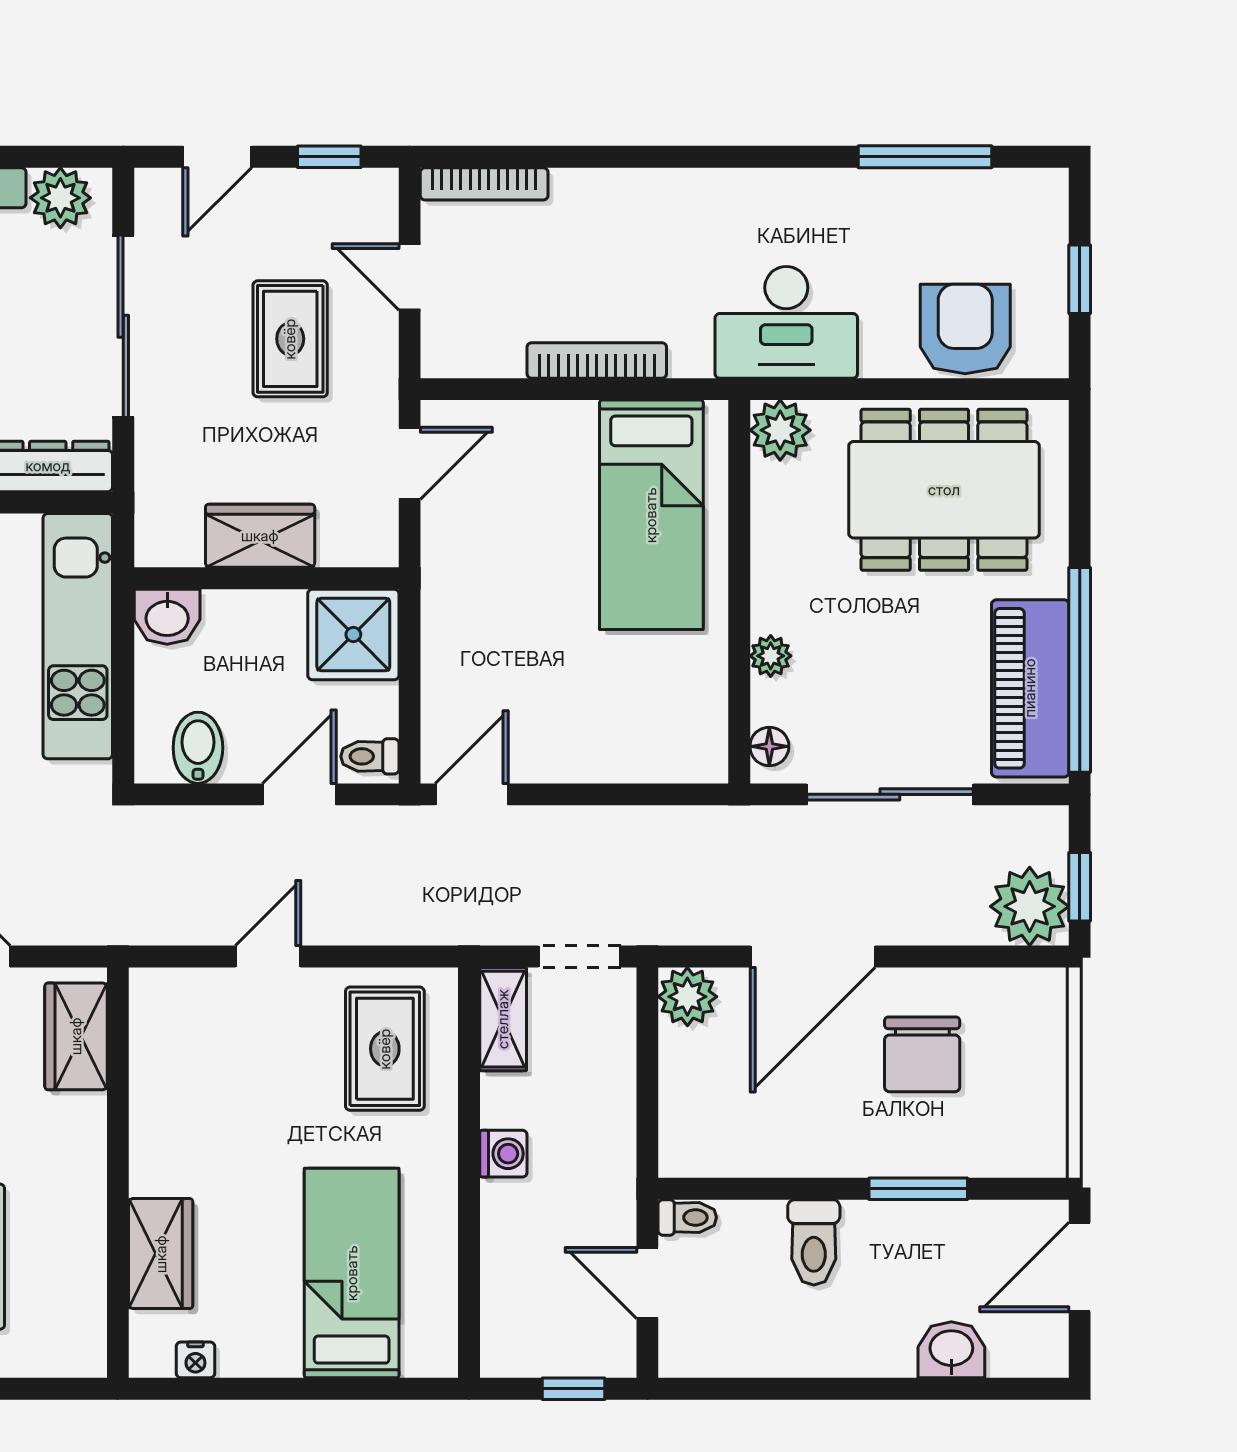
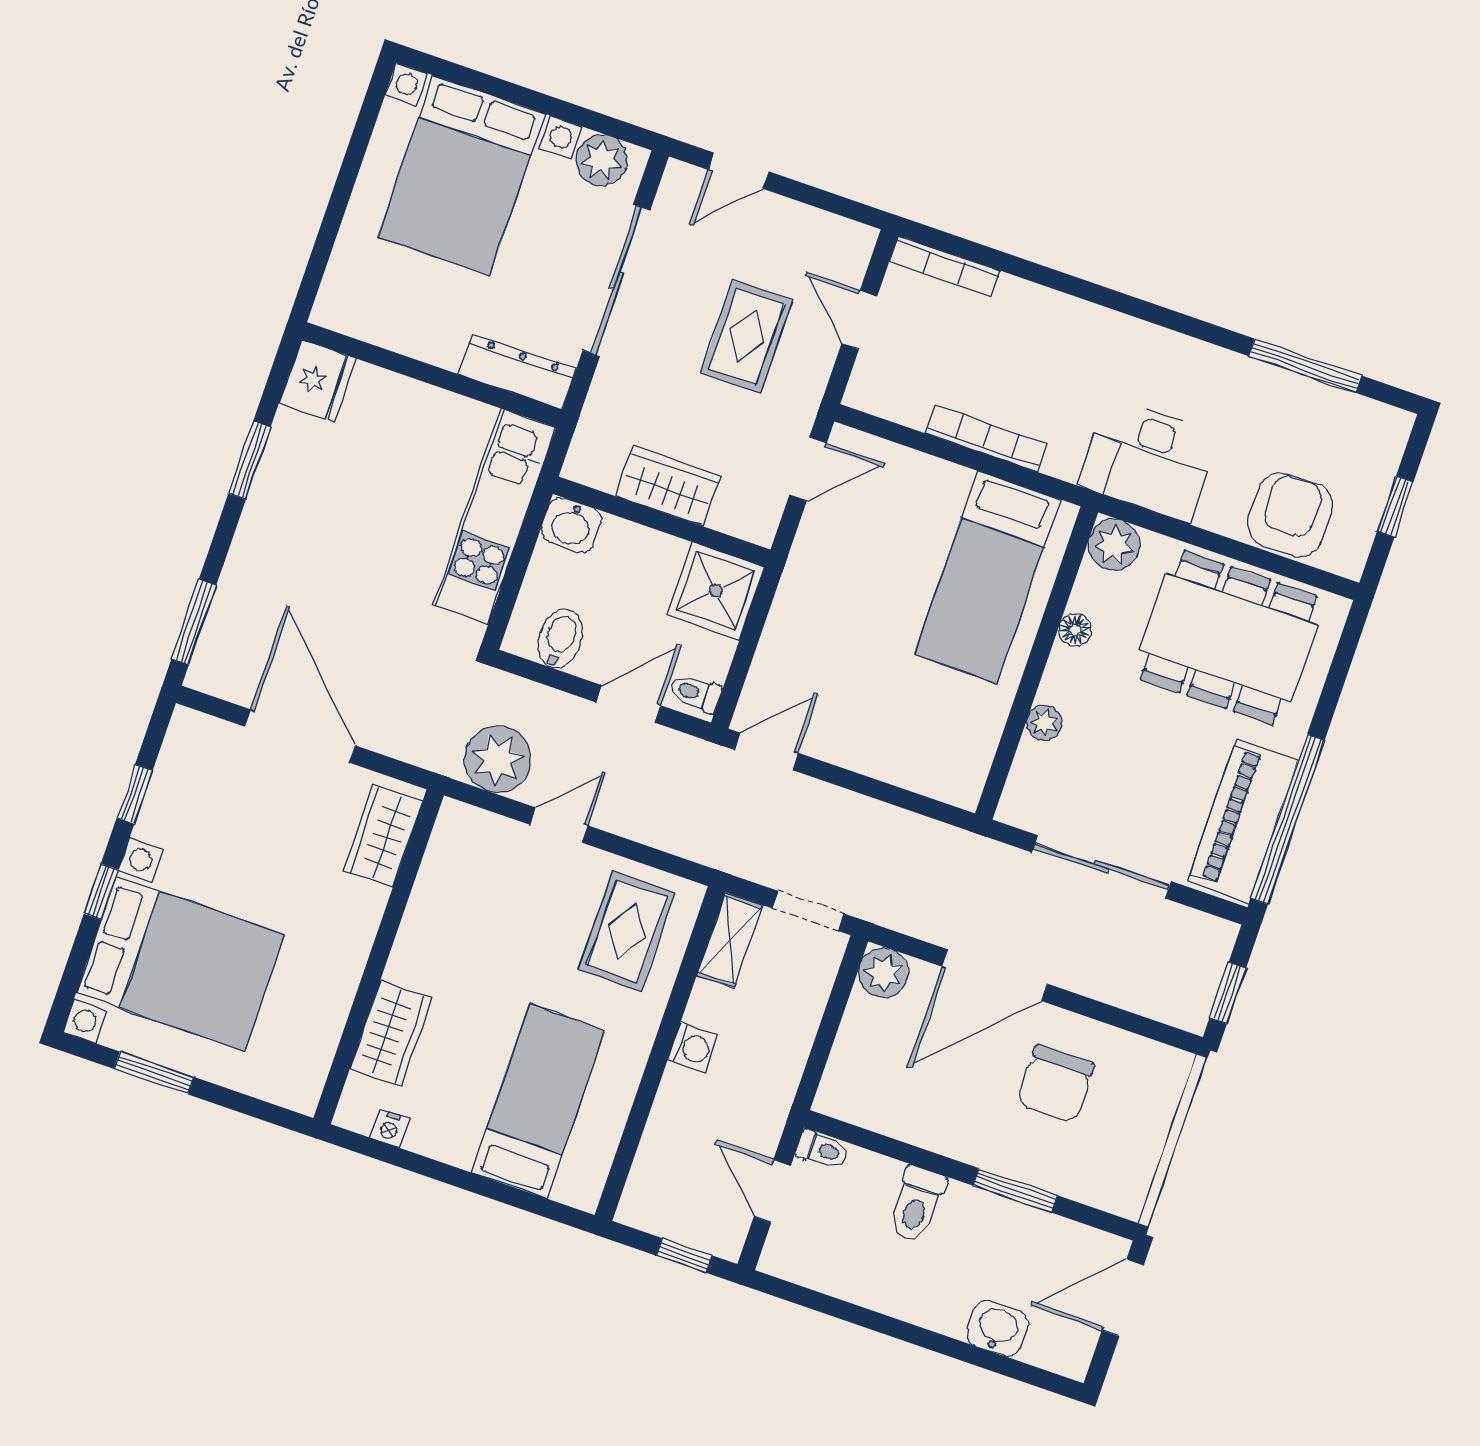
window: (329, 157) -> (828, 202), removed
floor lamp: (769, 746) -> (1075, 630), moved
plant: (1030, 906) -> (498, 759), moved

